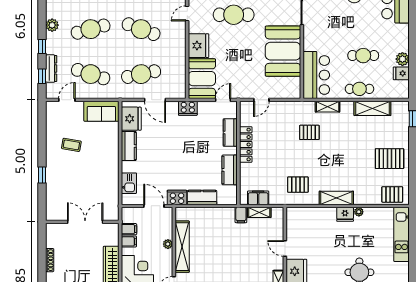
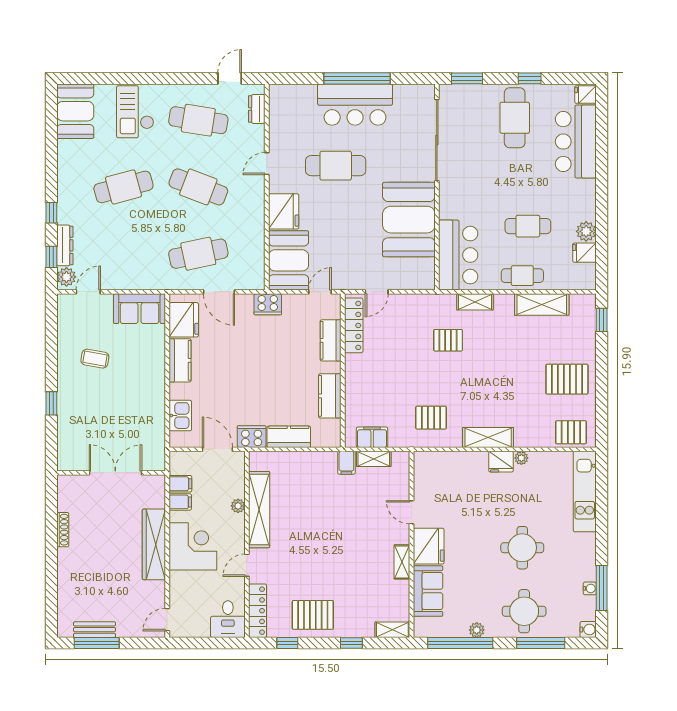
plant: (52, 25) -> (66, 277), moved
cafe table: (91, 74) -> (123, 254), removed
locker: (246, 144) -> (354, 325), moved

